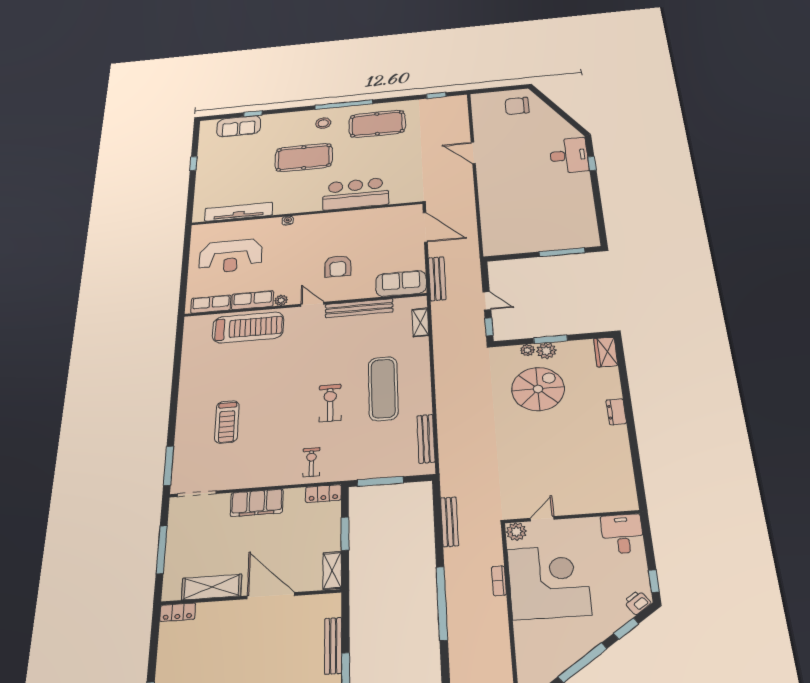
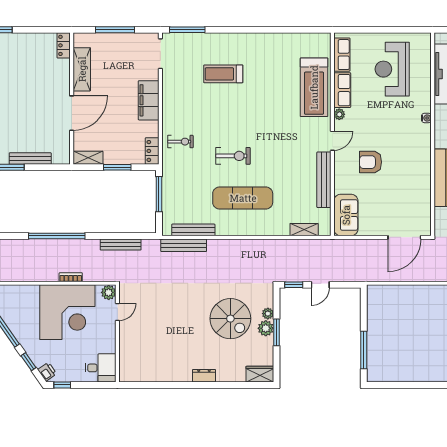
bench: (437, 279) -> (184, 245), moved
door: (542, 519) -> (117, 312), hinge flipped

